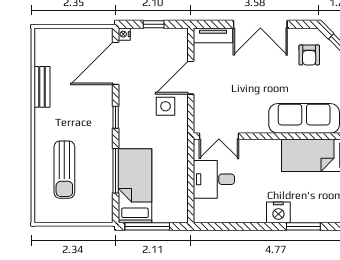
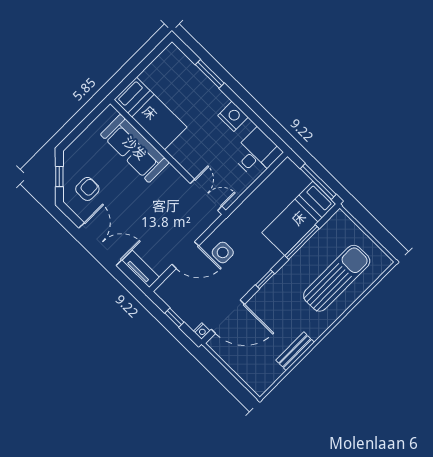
sun lounger: (64, 170) -> (337, 278), width x1.36, depth x1.34
desk: (214, 179) -> (256, 153), moved, turned -90
nightstand: (278, 212) -> (233, 116), moved

